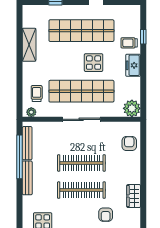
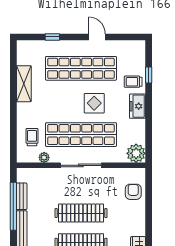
plant: (31, 112) -> (44, 157), moved
bench: (27, 143) -> (22, 196), width x0.73

